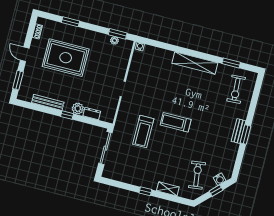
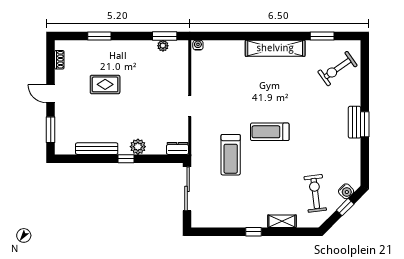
rug: (66, 58) -> (105, 84), width x0.54, depth x0.49
exercise bike: (236, 89) -> (337, 69), turned 58
dresser: (92, 113) -> (178, 148), moved

